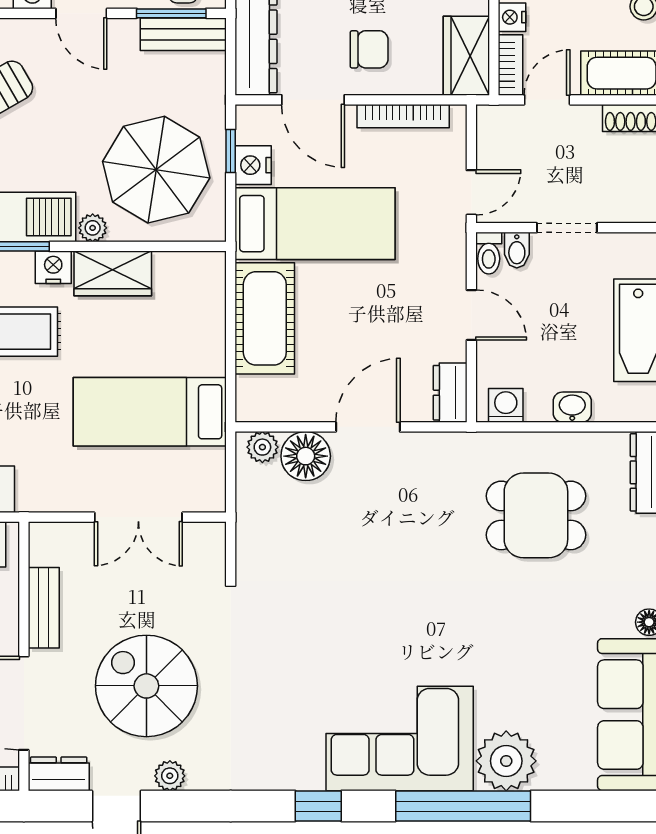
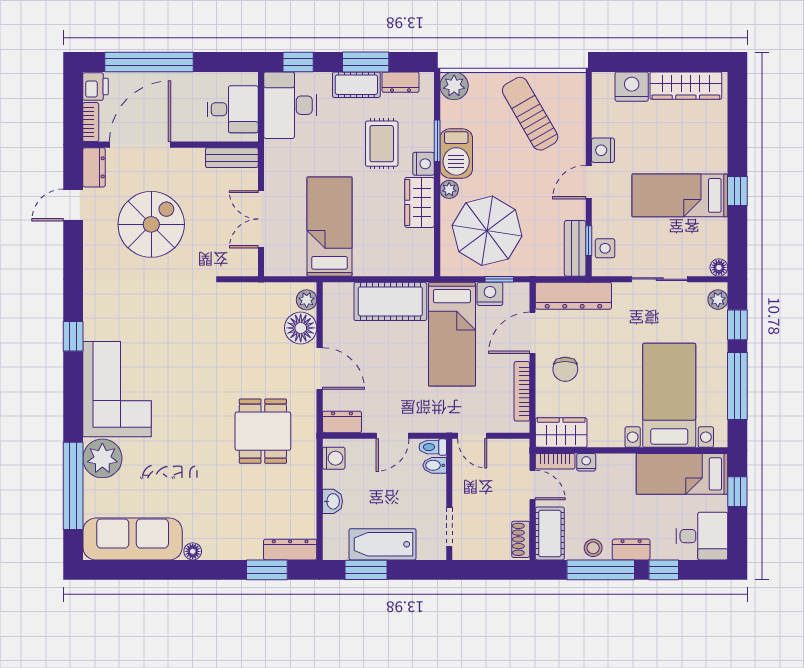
window: (171, 13) -> (589, 241), width x0.67
doorway: (567, 228) -> (449, 527), moved
dining table: (536, 515) -> (263, 431), moved
bench: (44, 608) -> (232, 158), moved
plant: (170, 776) -> (93, 240), removed
window: (463, 806) -> (73, 486), moved

